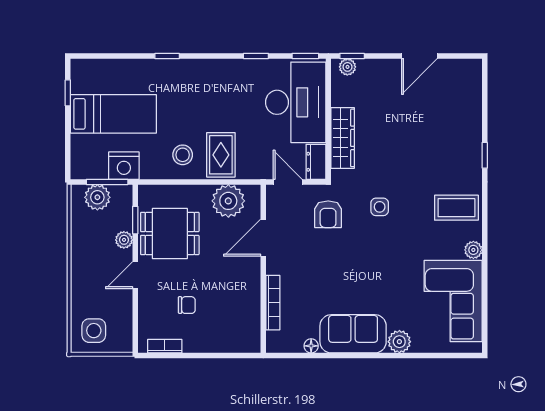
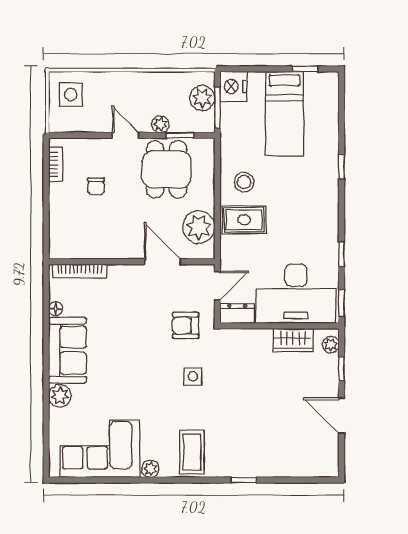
window: (352, 56) -> (342, 369), moved
wardrobe: (343, 138) -> (293, 340), moved, width x0.67
nightstand: (124, 166) -> (233, 86), moved
bookcase: (273, 303) -> (80, 271), moved

